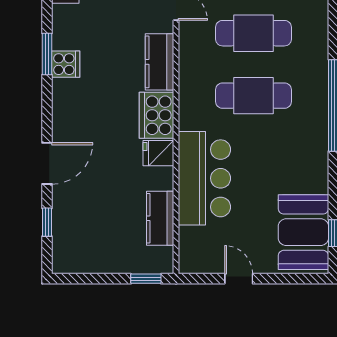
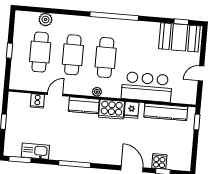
window: (47, 54) -> (75, 164), width x1.44
cooker: (66, 64) -> (159, 161), moved
plant: (187, 85) -> (97, 92), added
kitchen counter: (160, 218) -> (166, 112), width x1.50

